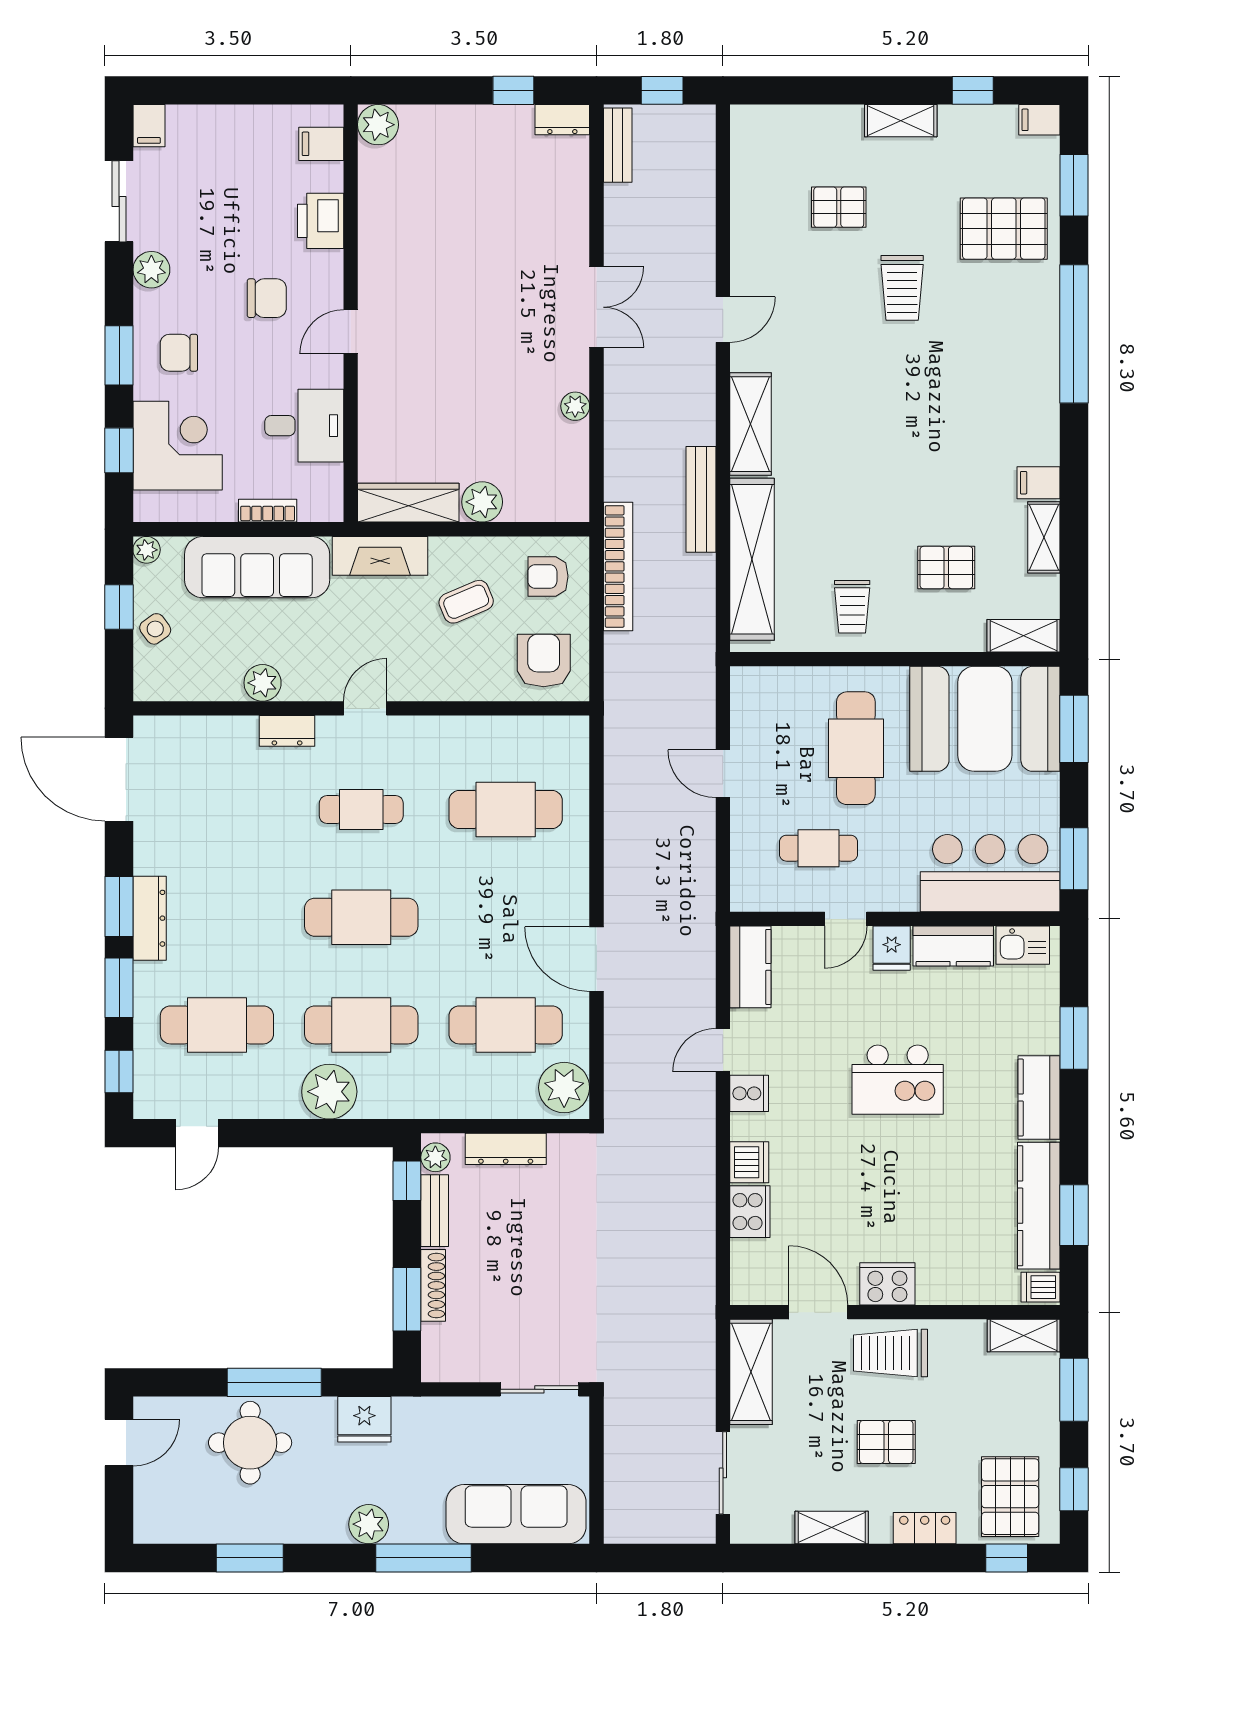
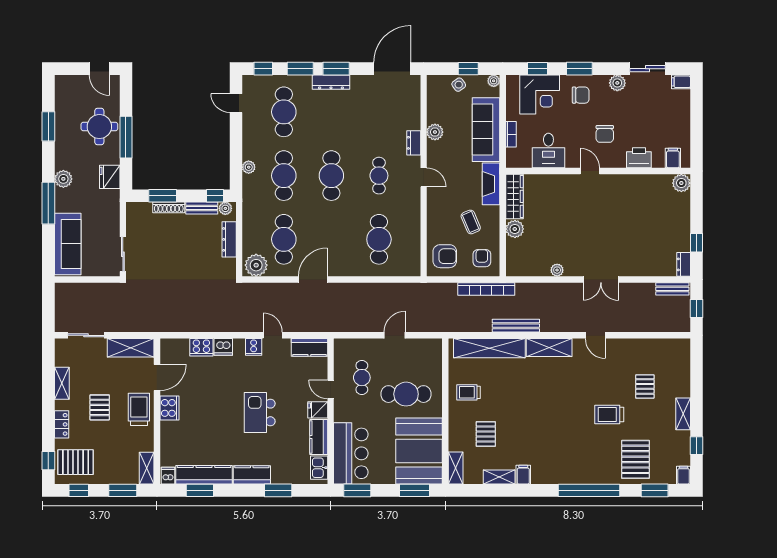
chair: (179, 353) -> (581, 95), turned 90
plant: (329, 1092) -> (249, 167), width x0.53, depth x0.53

